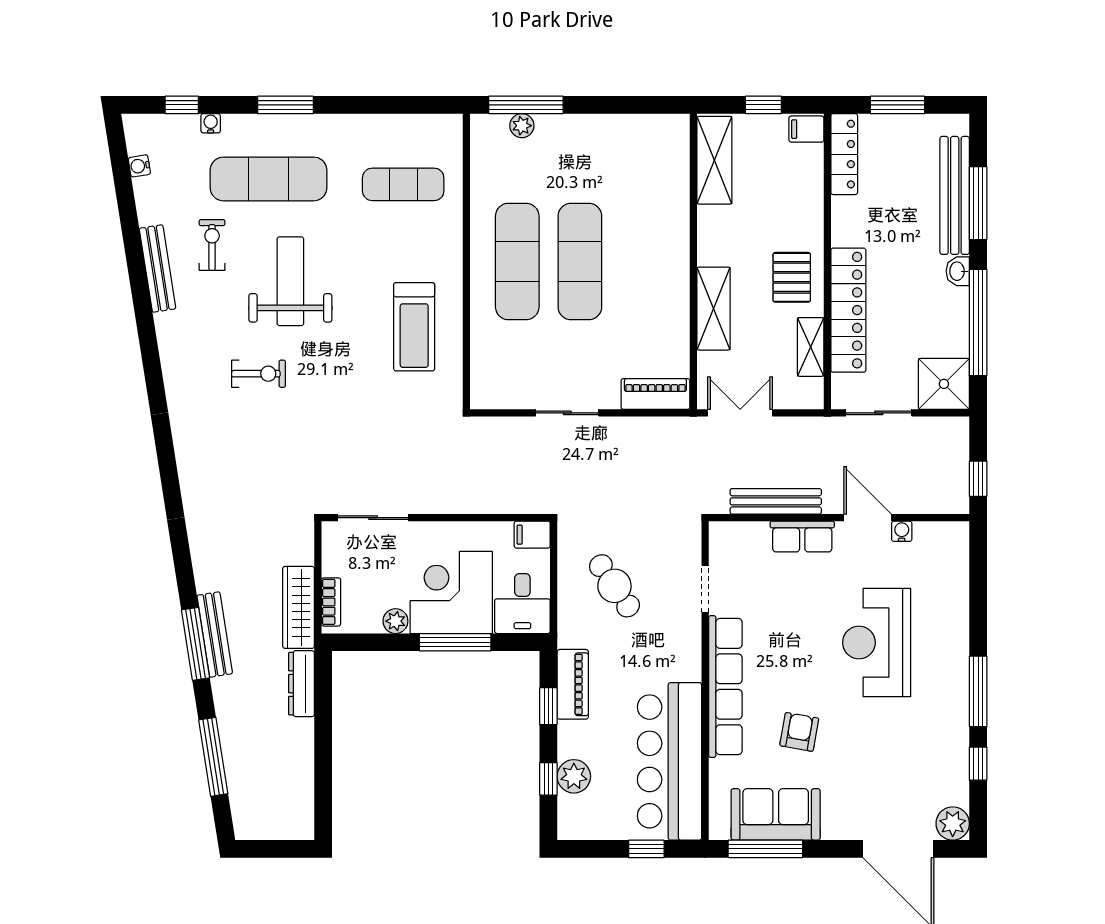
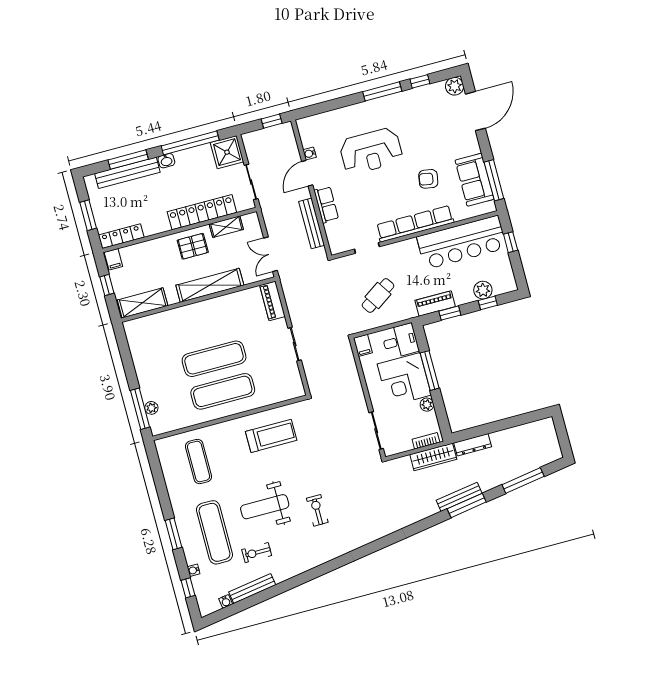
bench: (158, 269) -> (252, 588), moved
shelving: (713, 309) -> (210, 285), width x1.47

